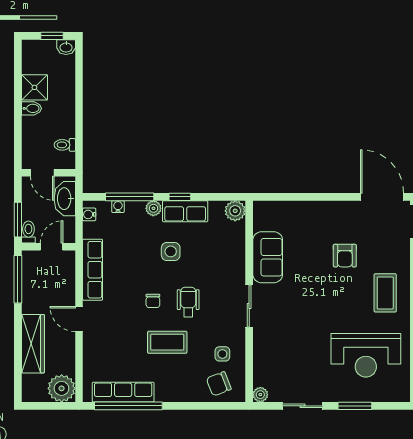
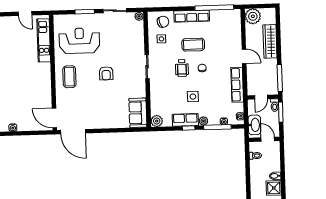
armchair: (345, 256) -> (106, 73), moved, turned 180
sofa: (268, 257) -> (138, 113), moved
row of seats: (123, 392) -> (192, 16), moved

